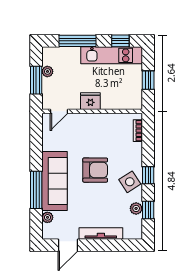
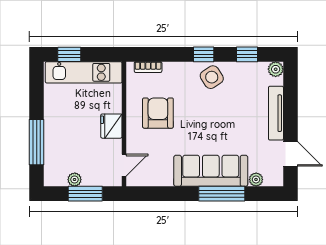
window: (120, 41) -> (37, 89), removed
kitchen unit: (112, 55) -> (84, 72), moved, turned 90
window: (148, 80) -> (69, 54), moved
door: (59, 111) -> (124, 165), hinge flipped
armchair: (95, 170) -> (158, 113), moved
plant: (136, 208) -> (276, 69), moved

